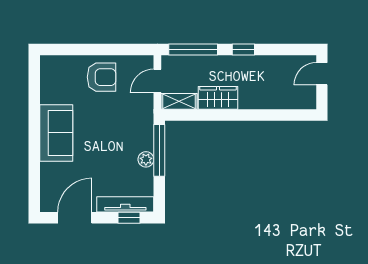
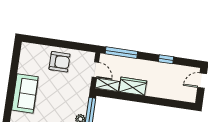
window: (243, 50) -> (166, 59), moved
door: (157, 81) -> (95, 70), swing flipped

